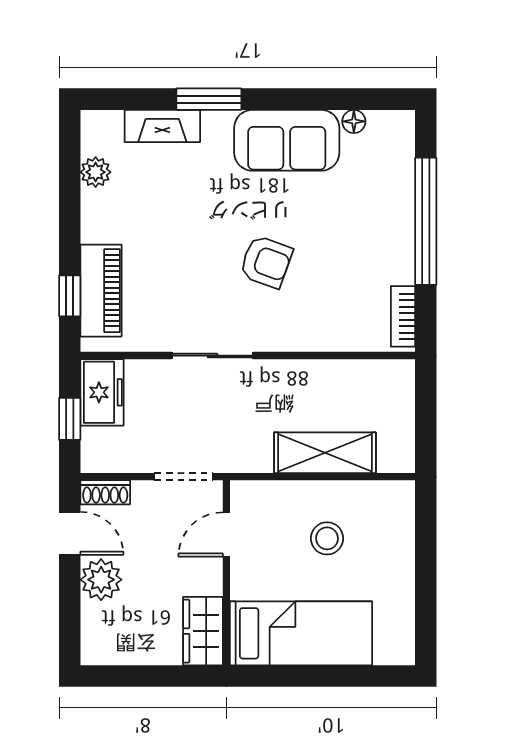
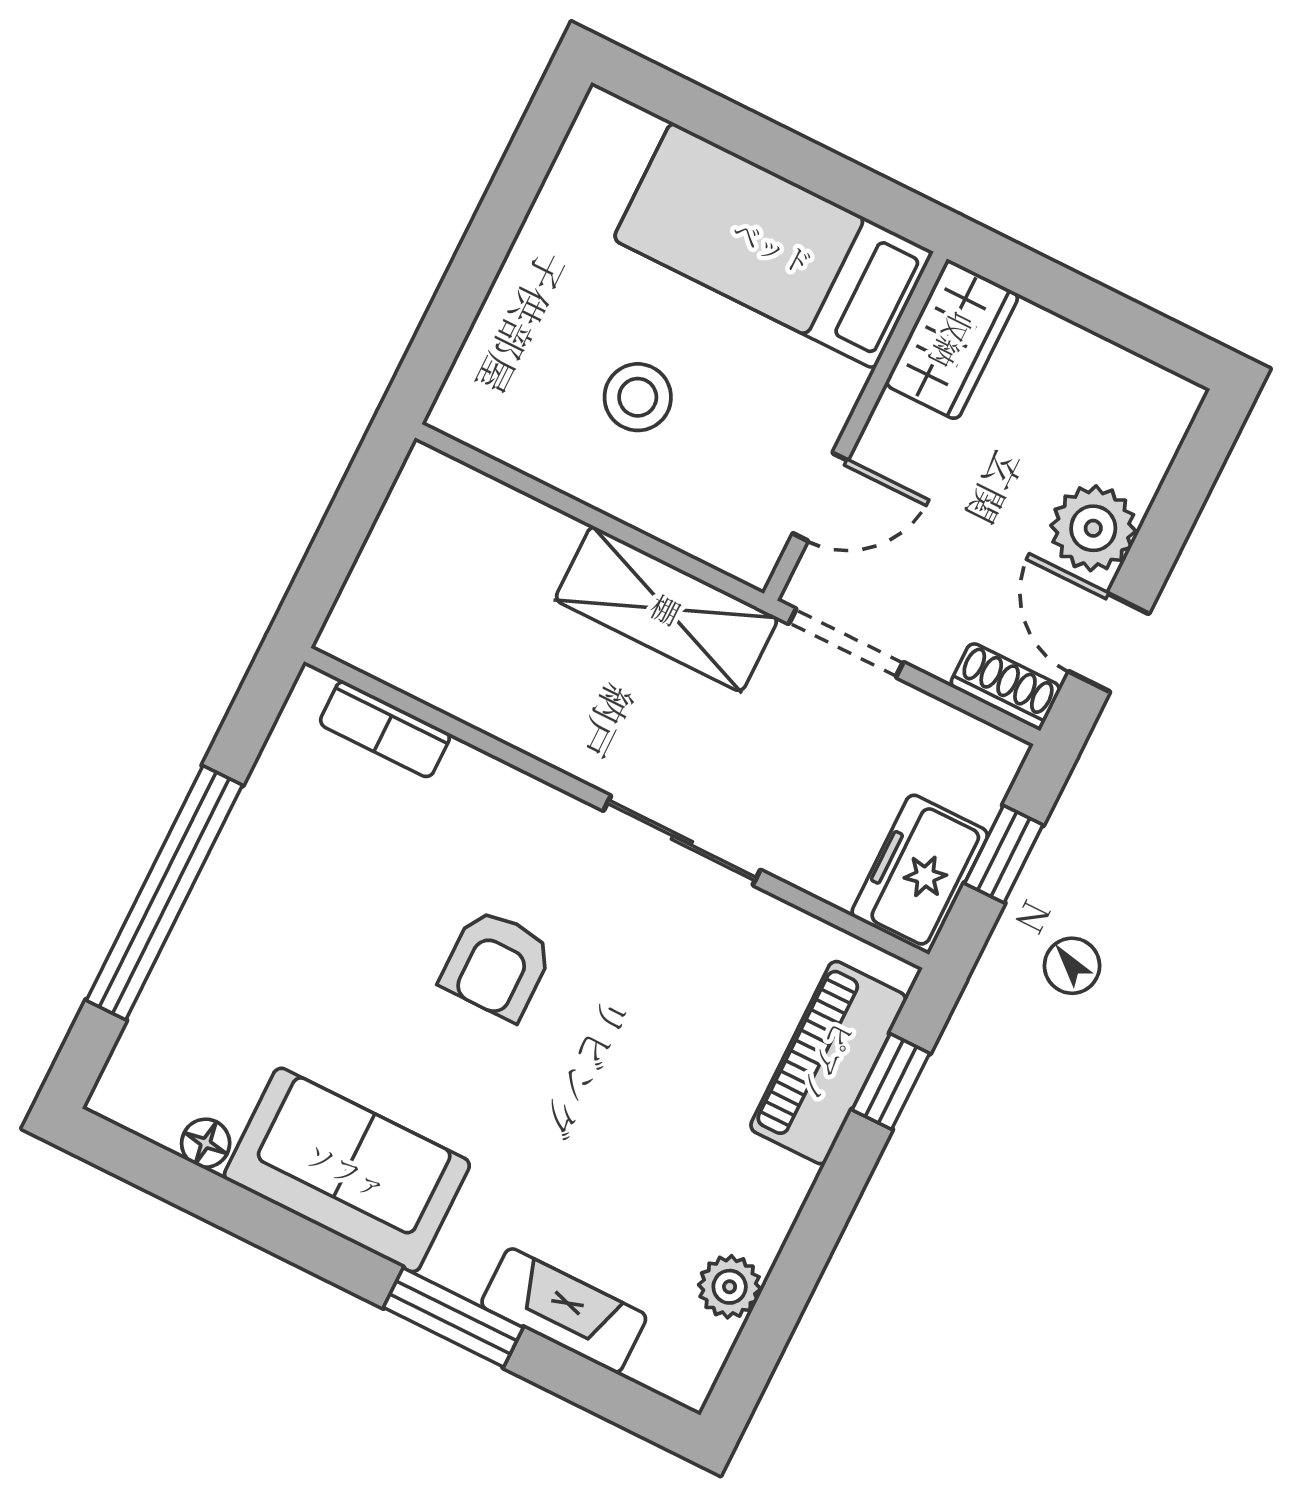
armchair: (266, 262) -> (497, 964), turned -110
bookcase: (403, 316) -> (385, 729), moved, turned 90
shelving: (325, 453) -> (666, 609), moved

